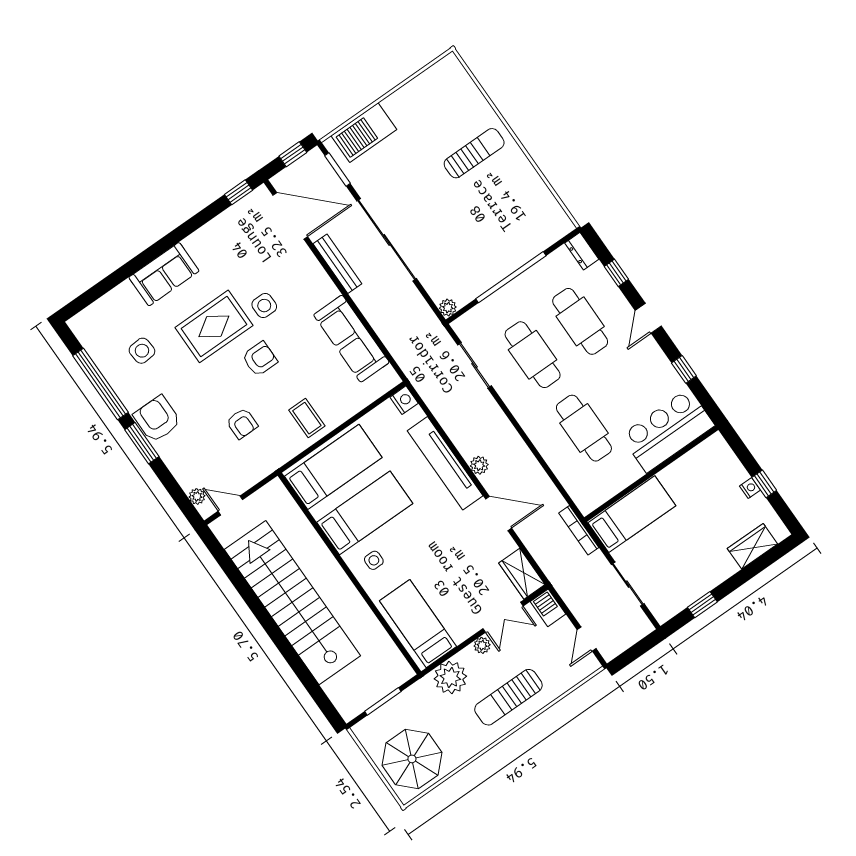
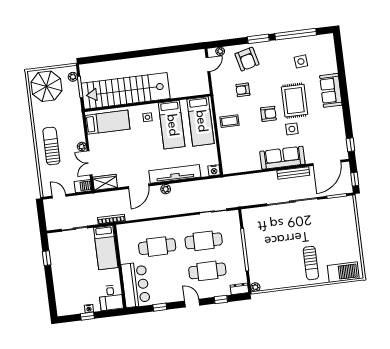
barbecue: (364, 133) -> (343, 272), moved, turned 90
plant: (448, 308) -> (255, 287), moved
sofa: (351, 339) -> (282, 158), moved
armchair: (260, 359) -> (268, 114), turned -90
armchair: (157, 419) -> (247, 59), moved, turned 76
desk: (712, 460) -> (111, 298), added
wardrobe: (752, 546) -> (61, 295), removed
stairs: (292, 603) -> (126, 91), moved, turned 180
plant: (450, 677) -> (73, 77), moved, width x0.53, depth x0.53

